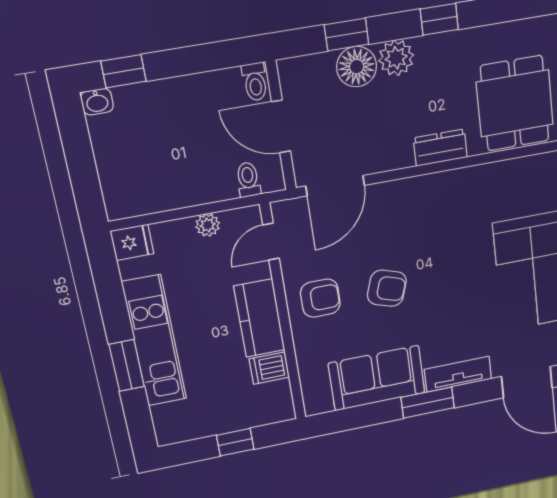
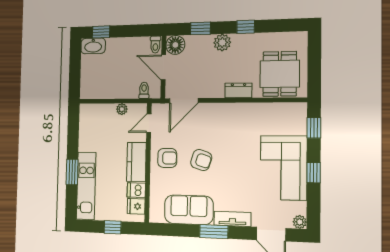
floor lamp: (357, 67) -> (175, 45), moved
washbasin: (97, 102) -> (93, 46), width x1.91, depth x1.45
fridge: (132, 242) -> (136, 206), moved, turned 180
kitchen unit: (154, 341) -> (86, 186), moved

